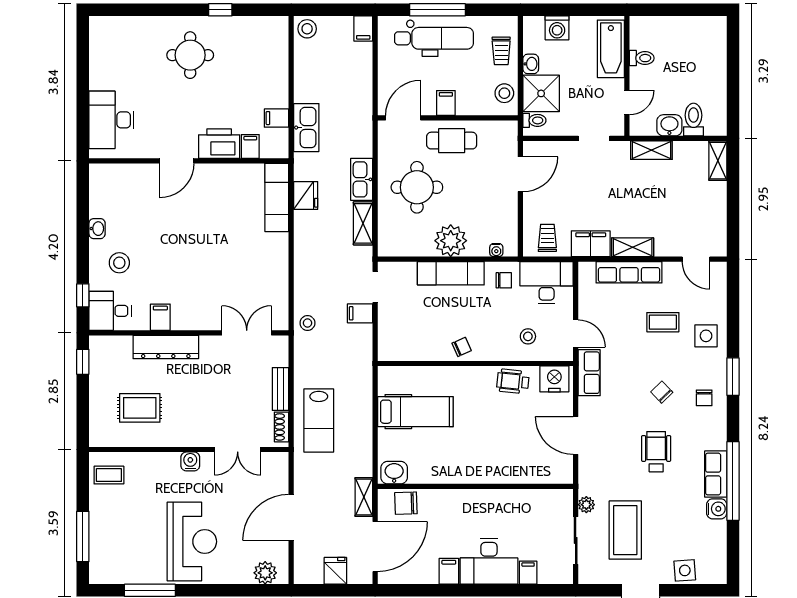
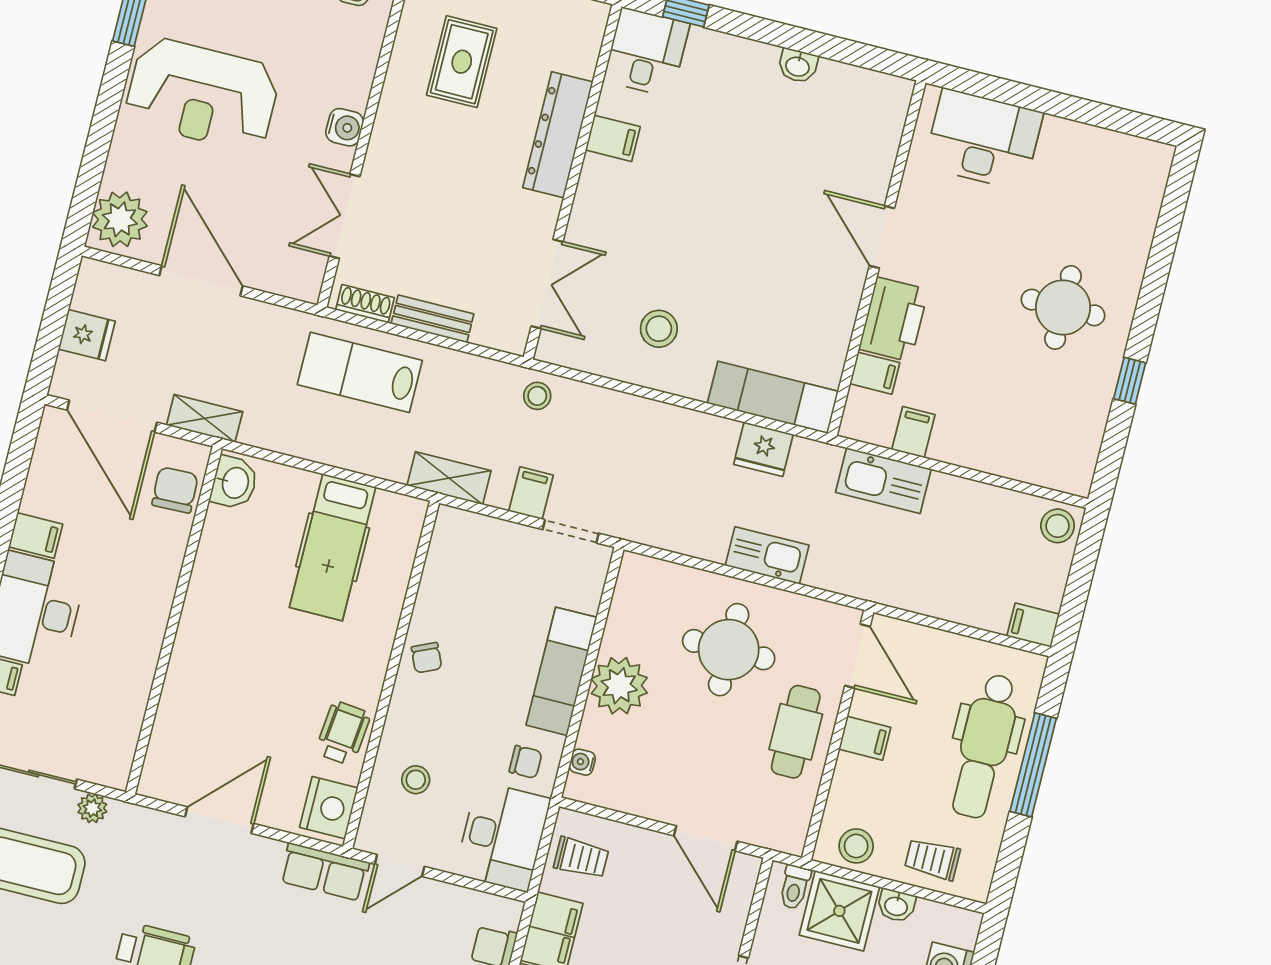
shelving: (363, 223) -> (449, 478), moved
stool: (119, 263) -> (659, 329), moved
chair: (504, 280) -> (526, 762), turned -90
plant: (265, 573) -> (120, 219), width x1.36, depth x1.36

